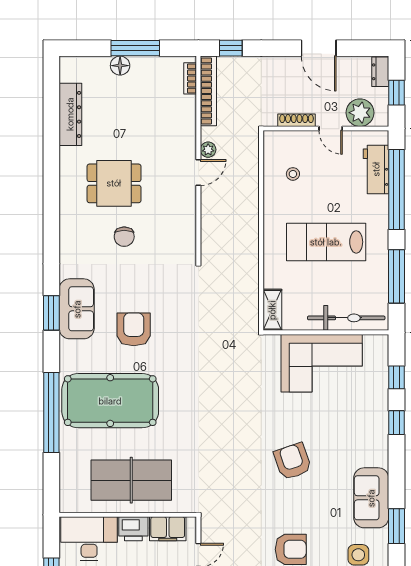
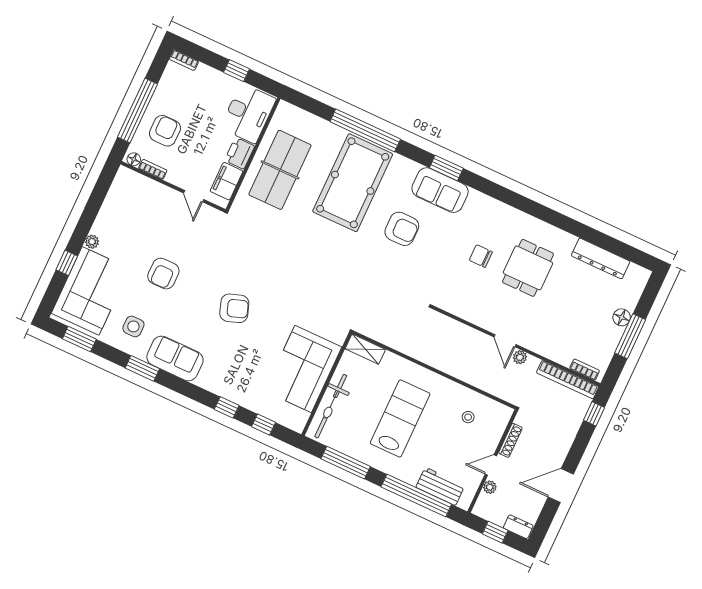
plant: (360, 113) -> (490, 487), width x0.53, depth x0.53

